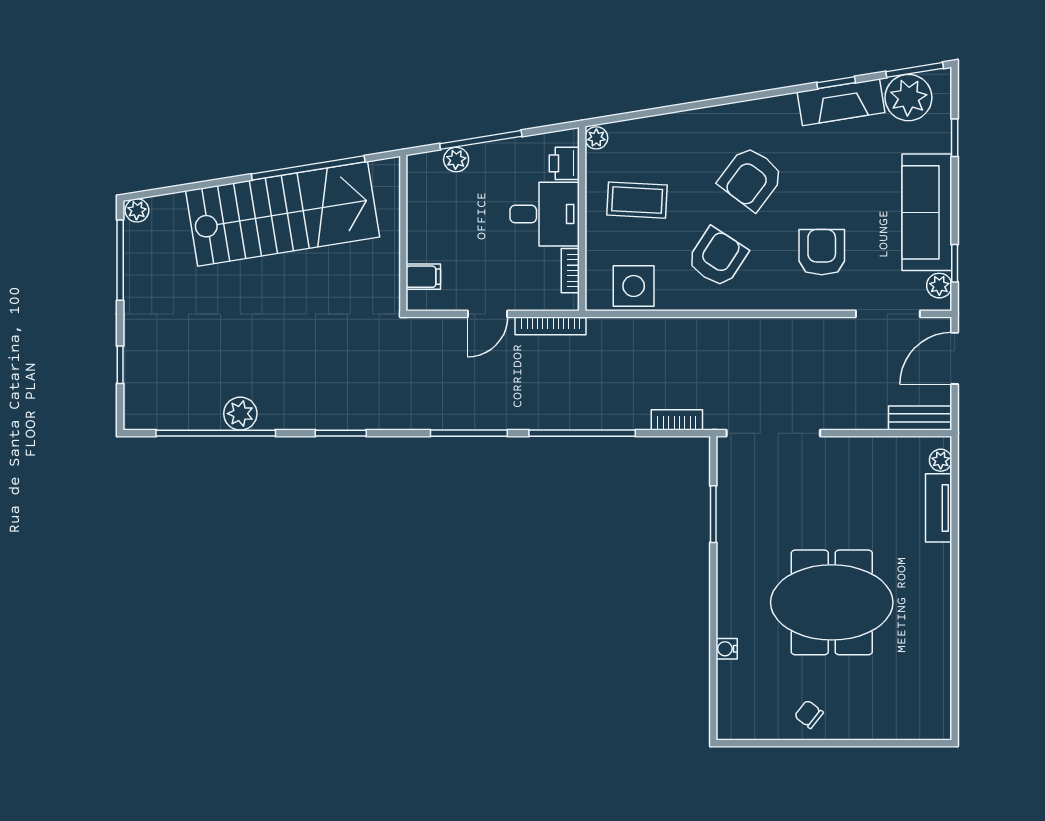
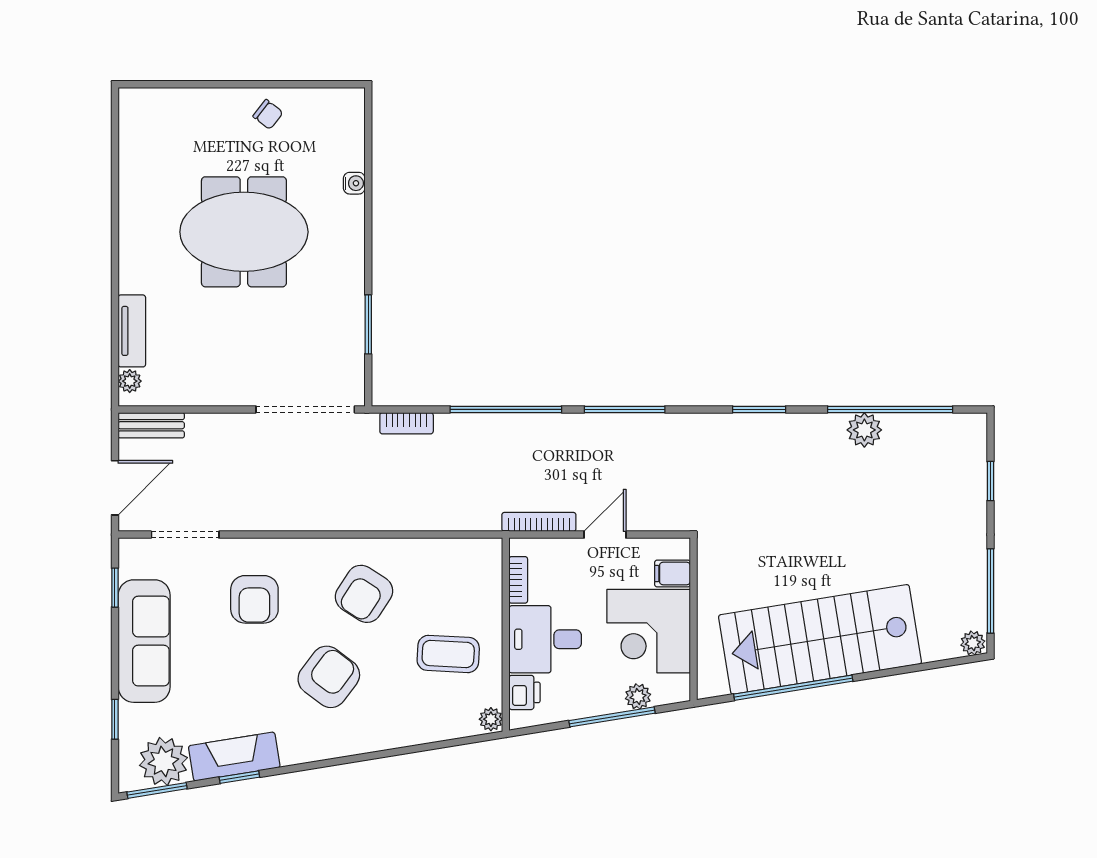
corner desk: (446, 222) -> (649, 631), added
side table: (634, 286) -> (452, 564), removed
plant: (939, 286) -> (131, 564), removed

